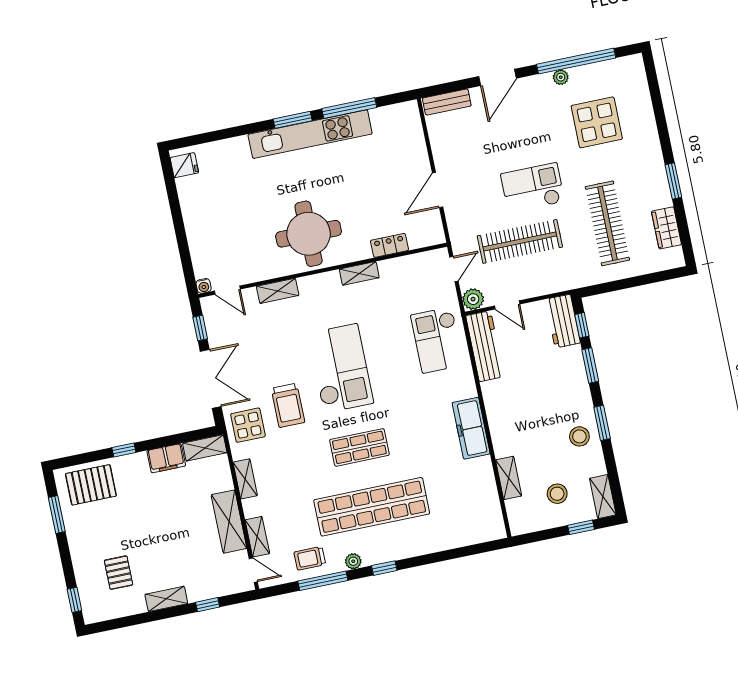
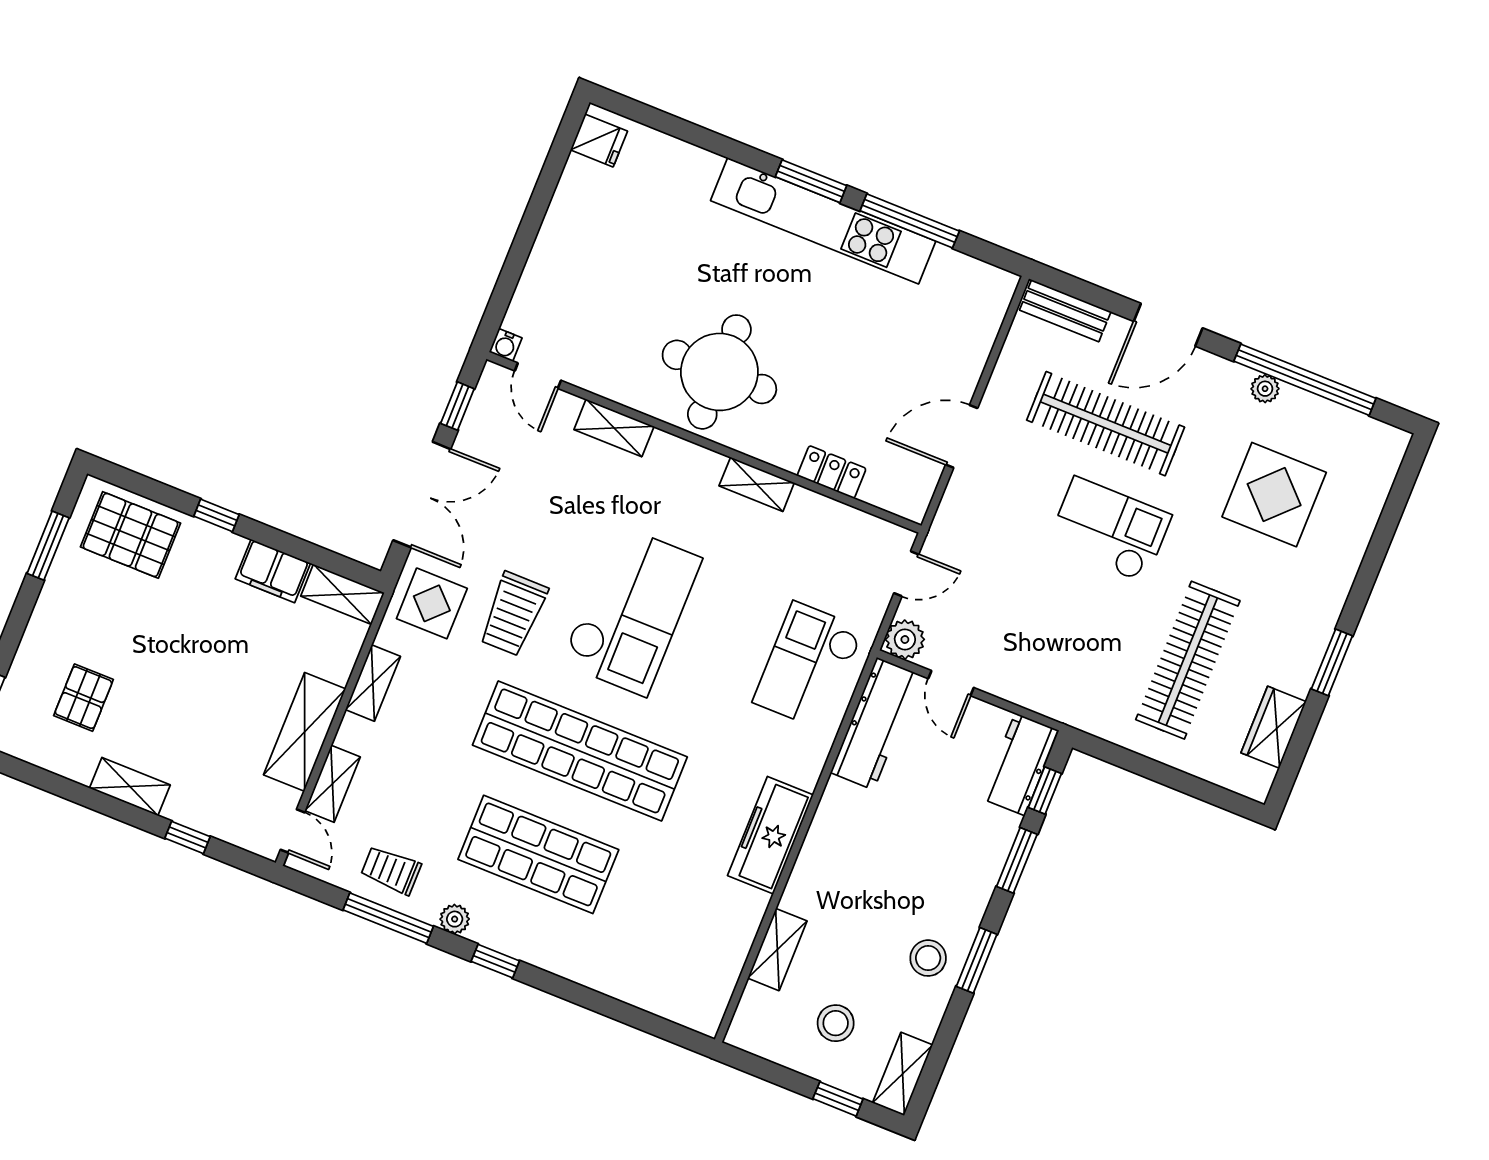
clothes rail: (520, 241) -> (1106, 424), moved
shop shelf: (359, 447) -> (580, 751), width x2.00, depth x1.36
shop shelf: (372, 507) -> (538, 854), width x0.71

